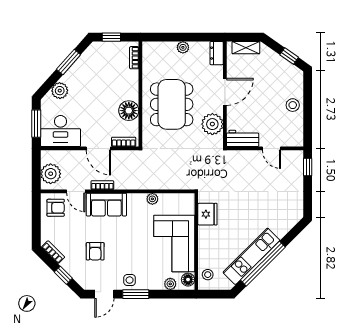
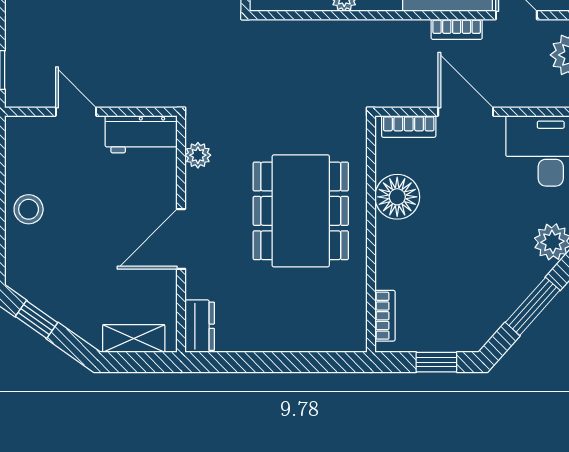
plant: (183, 47) -> (275, 339), removed
plant: (212, 124) -> (198, 155), width x0.53, depth x0.53

